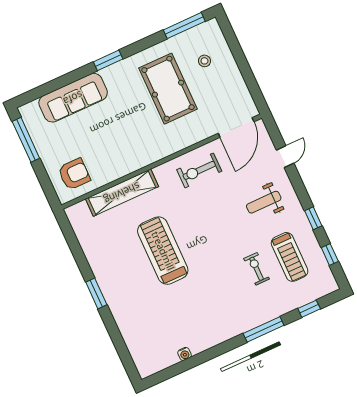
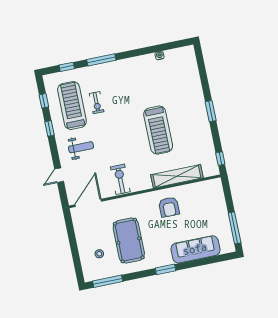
exercise bike: (199, 170) -> (120, 179), turned -90
armchair: (74, 174) -> (169, 207), moved, turned -90
window: (68, 231) -> (220, 159), added
treadmill: (290, 257) -> (72, 106), width x1.37, depth x1.38

